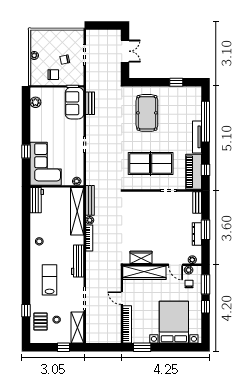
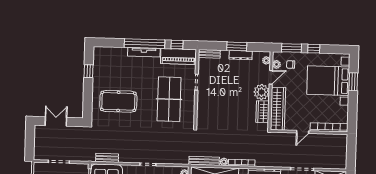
window: (205, 122) -> (145, 44), moved
plant: (161, 256) -> (262, 92), added
window: (142, 347) -> (353, 82), moved

